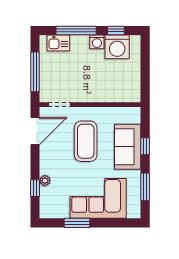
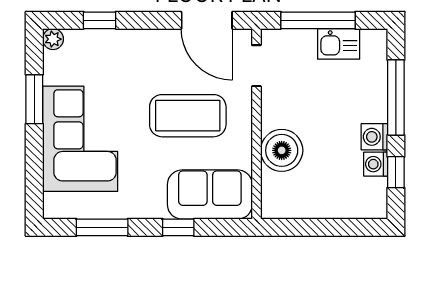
kitchen sink: (58, 43) -> (339, 44), moved, turned -90
washing machine: (117, 47) -> (376, 164), width x0.53, depth x0.53
boiler: (104, 91) -> (282, 150), added
sofa: (128, 147) -> (210, 195), moved
plant: (45, 180) -> (53, 39), moved

